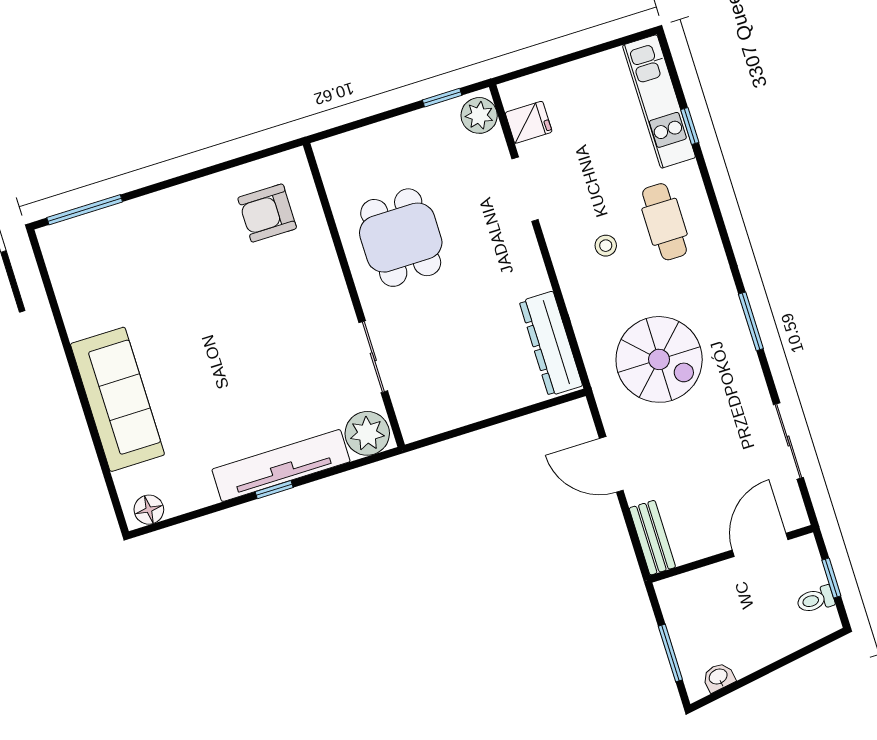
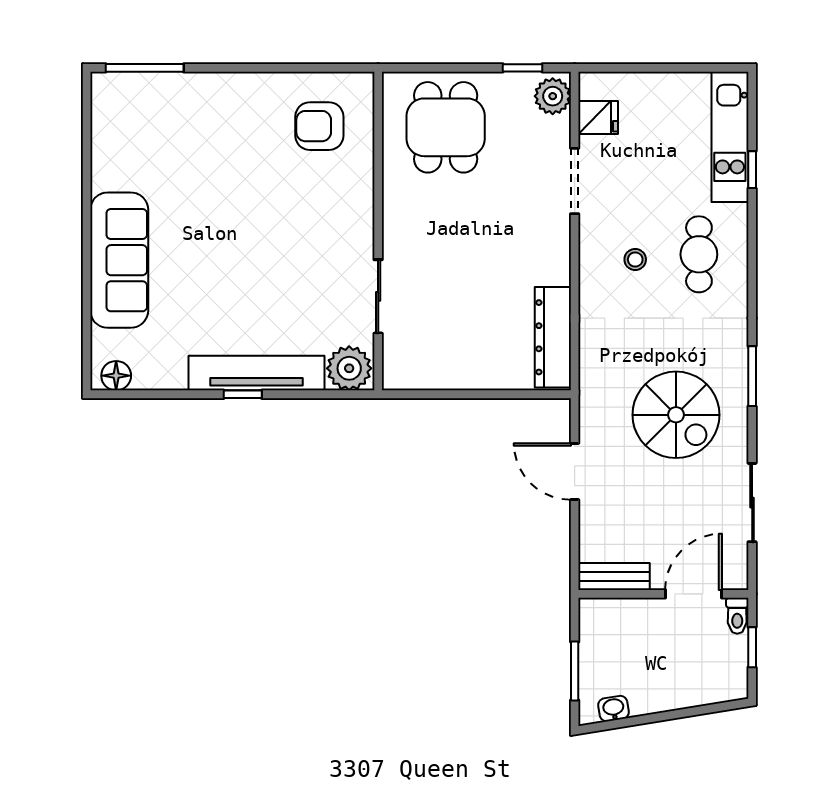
dining table: (401, 238) -> (446, 127), moved
spiral stairs: (659, 359) -> (676, 415), moved
bench: (652, 538) -> (614, 577), moved, turned 90
toilet: (815, 600) -> (737, 616), moved, turned -90

